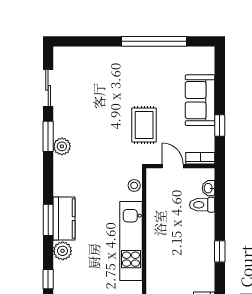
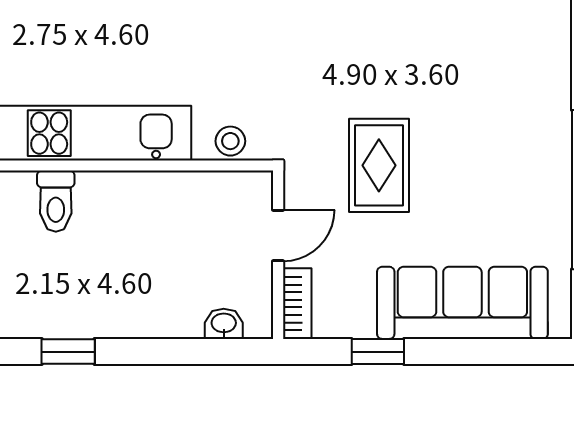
sofa: (200, 100) -> (462, 303), width x1.36
rug: (144, 125) -> (379, 165), turned 90
toilet: (202, 205) -> (56, 201), moved, turned 180

